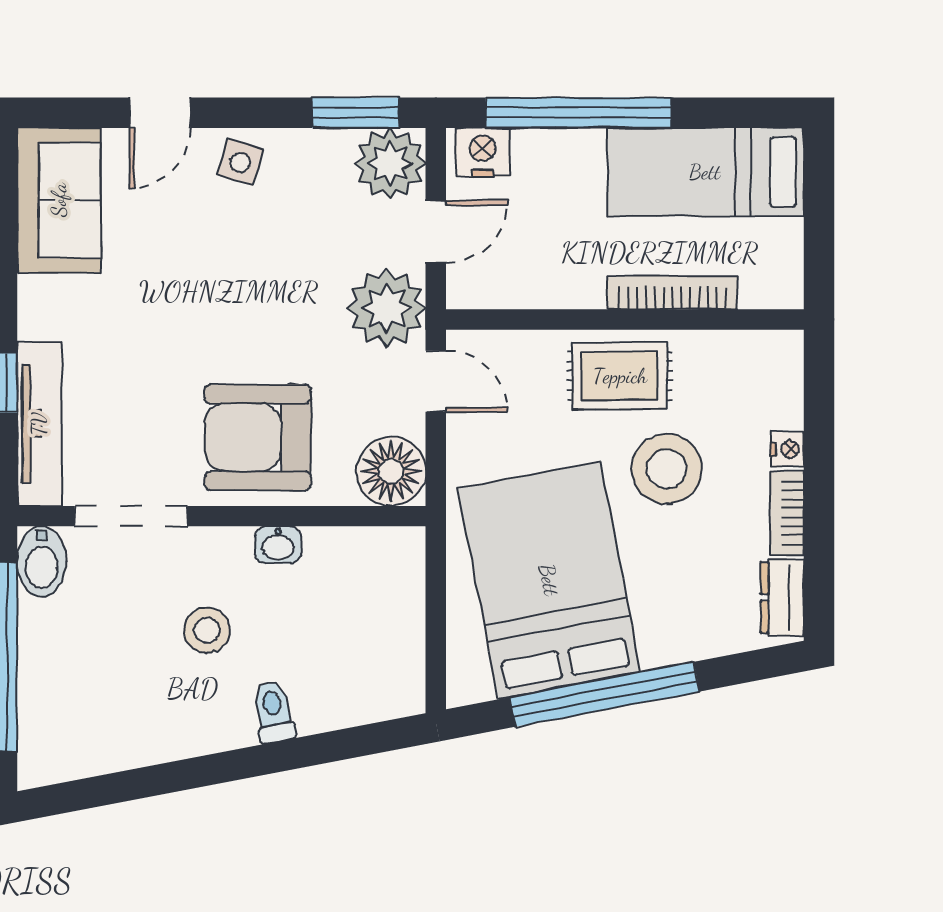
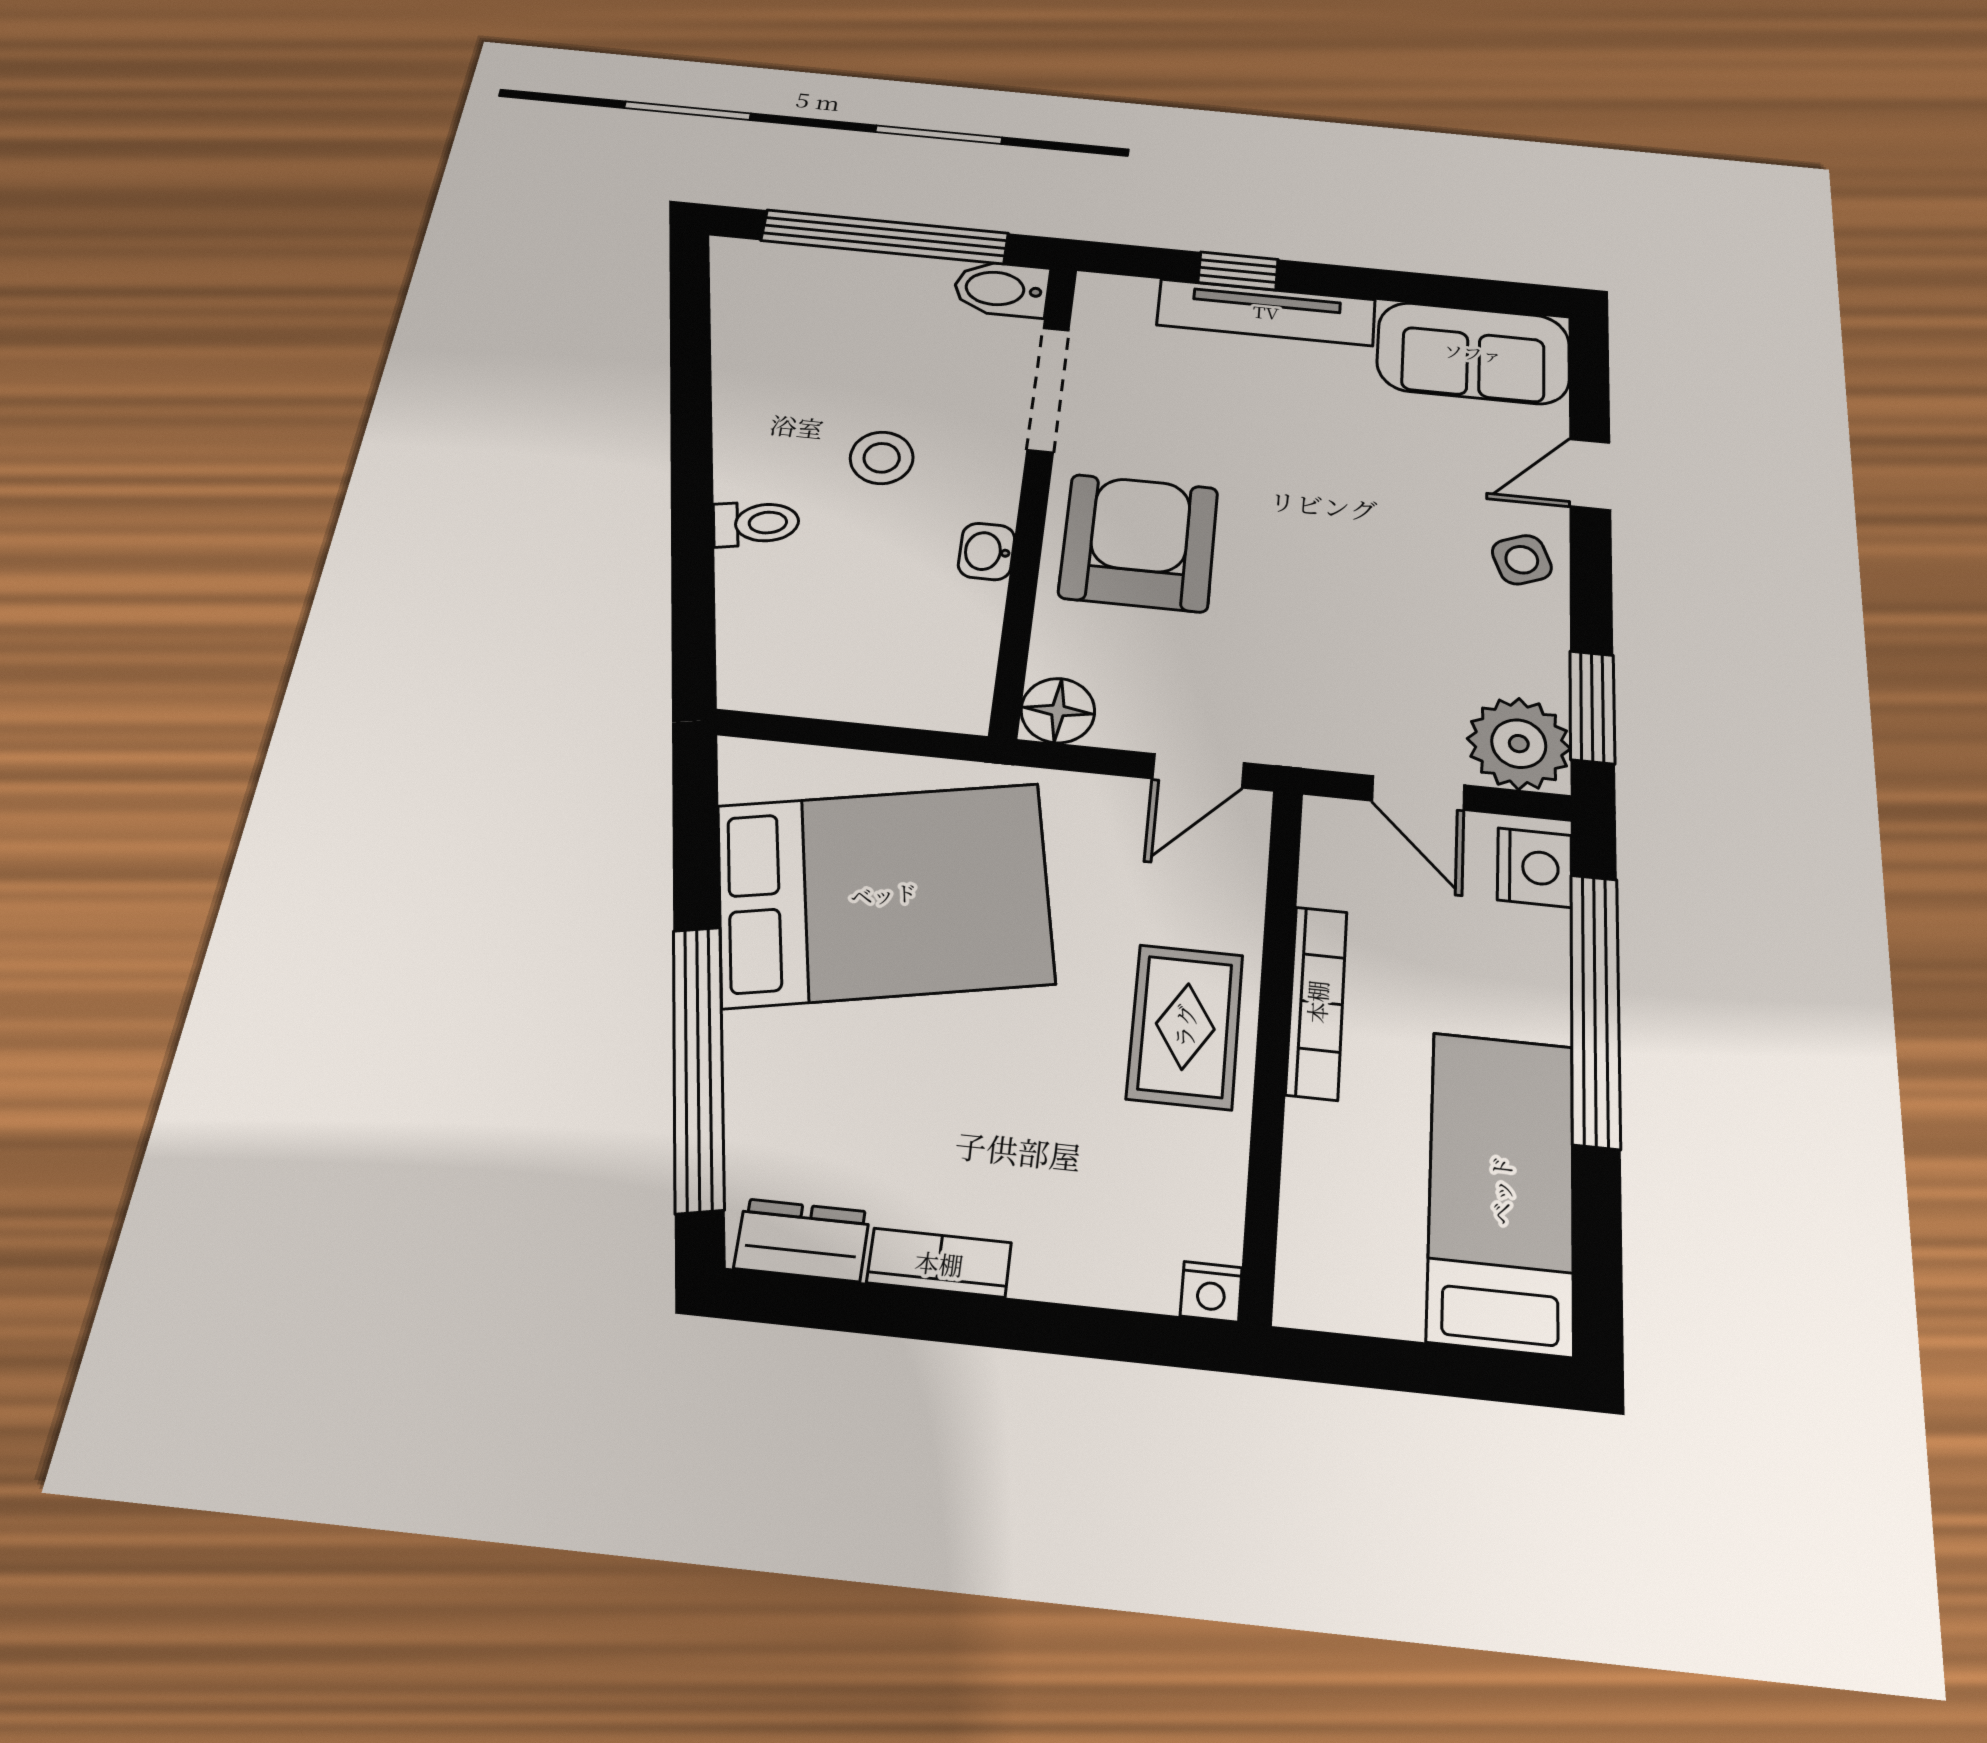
door: (160, 113) -> (1590, 474), hinge flipped
side table: (240, 162) -> (1522, 560), turned -38
bookcase: (673, 293) -> (1317, 1002), moved
plant: (387, 308) -> (1309, 718), removed
tv unit: (39, 424) -> (1266, 312), moved
nightstand: (787, 449) -> (1211, 1292), moved
stool: (667, 469) -> (1033, 1081), removed
floor lamp: (391, 471) -> (1058, 711), width x0.73, depth x0.73
window: (605, 694) -> (698, 1067), moved

